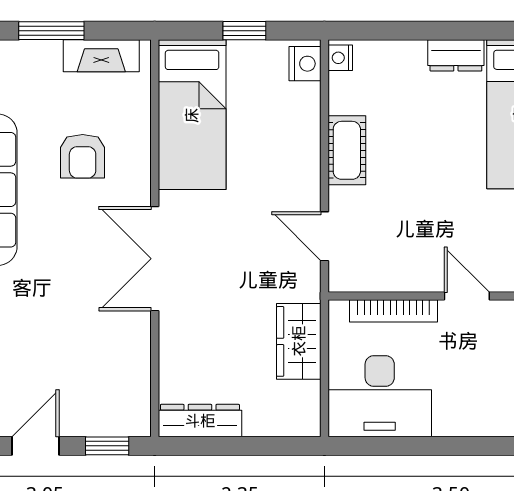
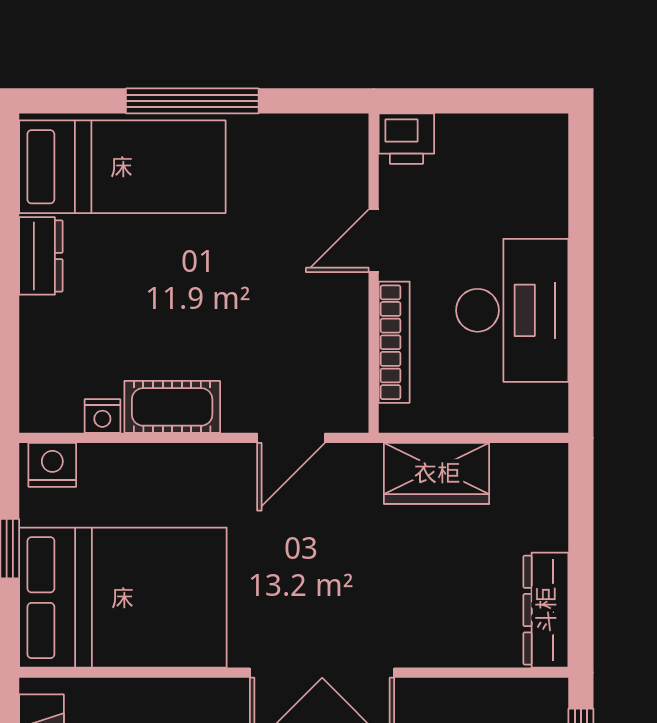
nightstand: (340, 58) -> (102, 416), moved
bed: (192, 115) -> (123, 598), width x1.50
desk: (380, 396) -> (512, 310), moved

